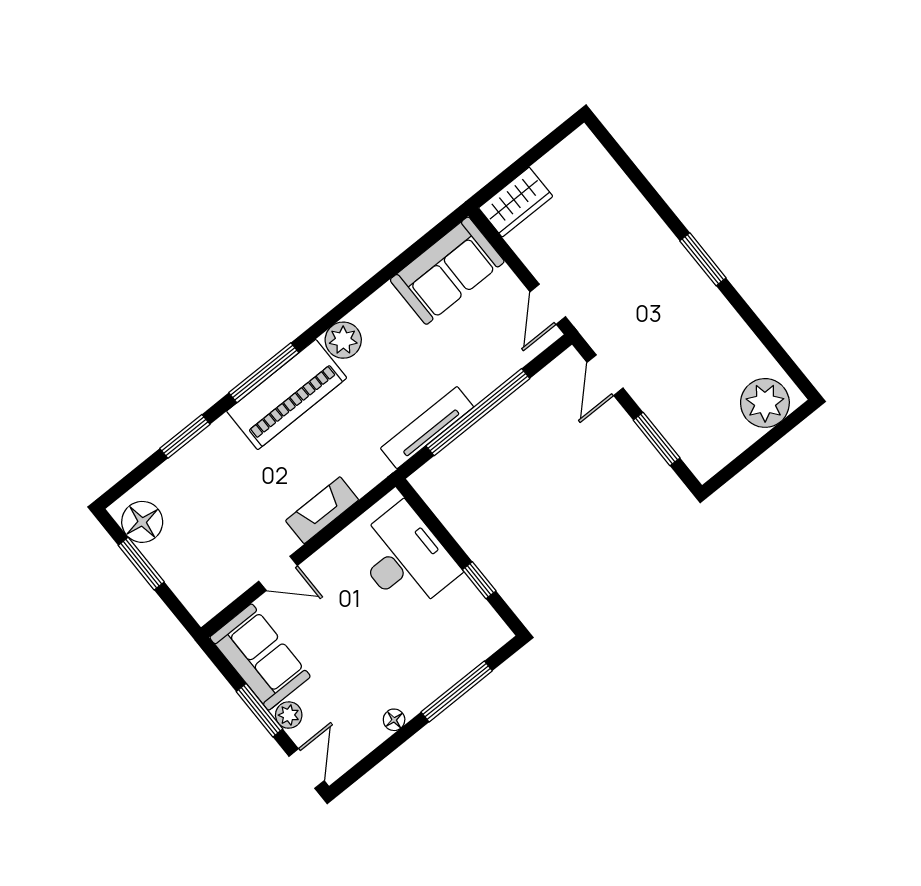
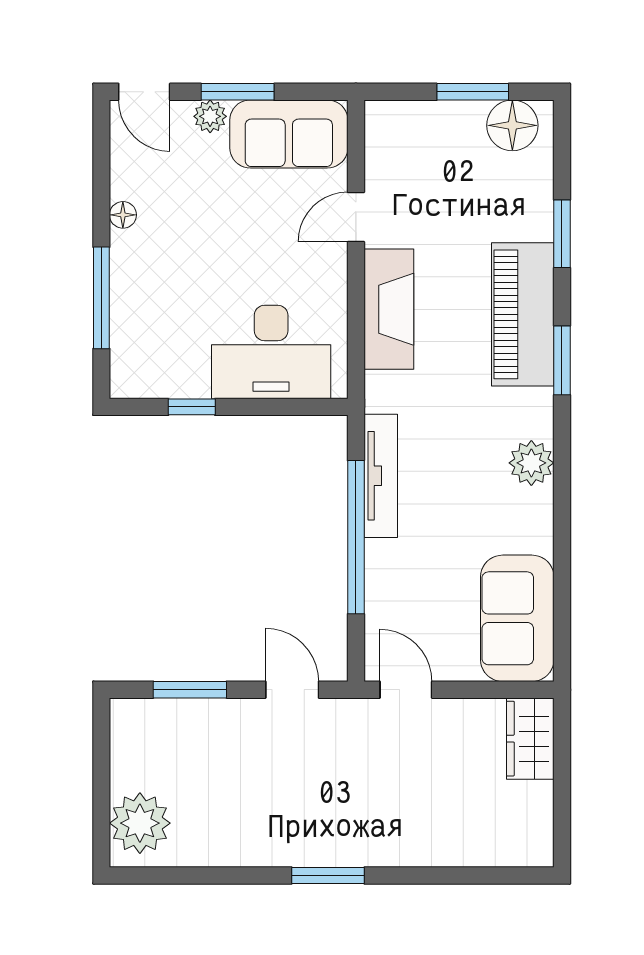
window: (264, 373) -> (562, 360), width x0.69
piano: (287, 395) -> (523, 314), moved
fireplace: (322, 510) -> (389, 309), width x1.37, depth x1.32

